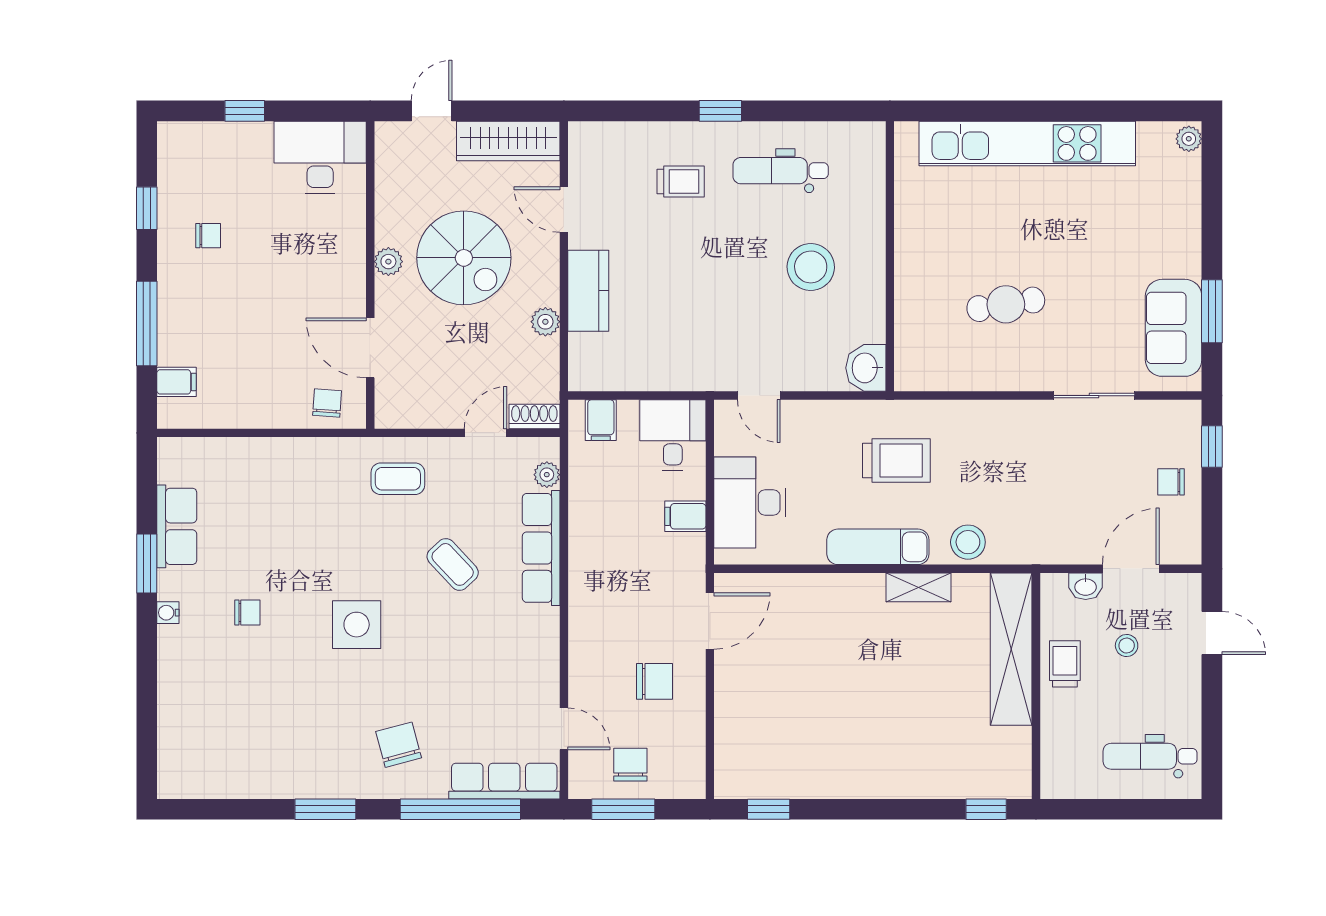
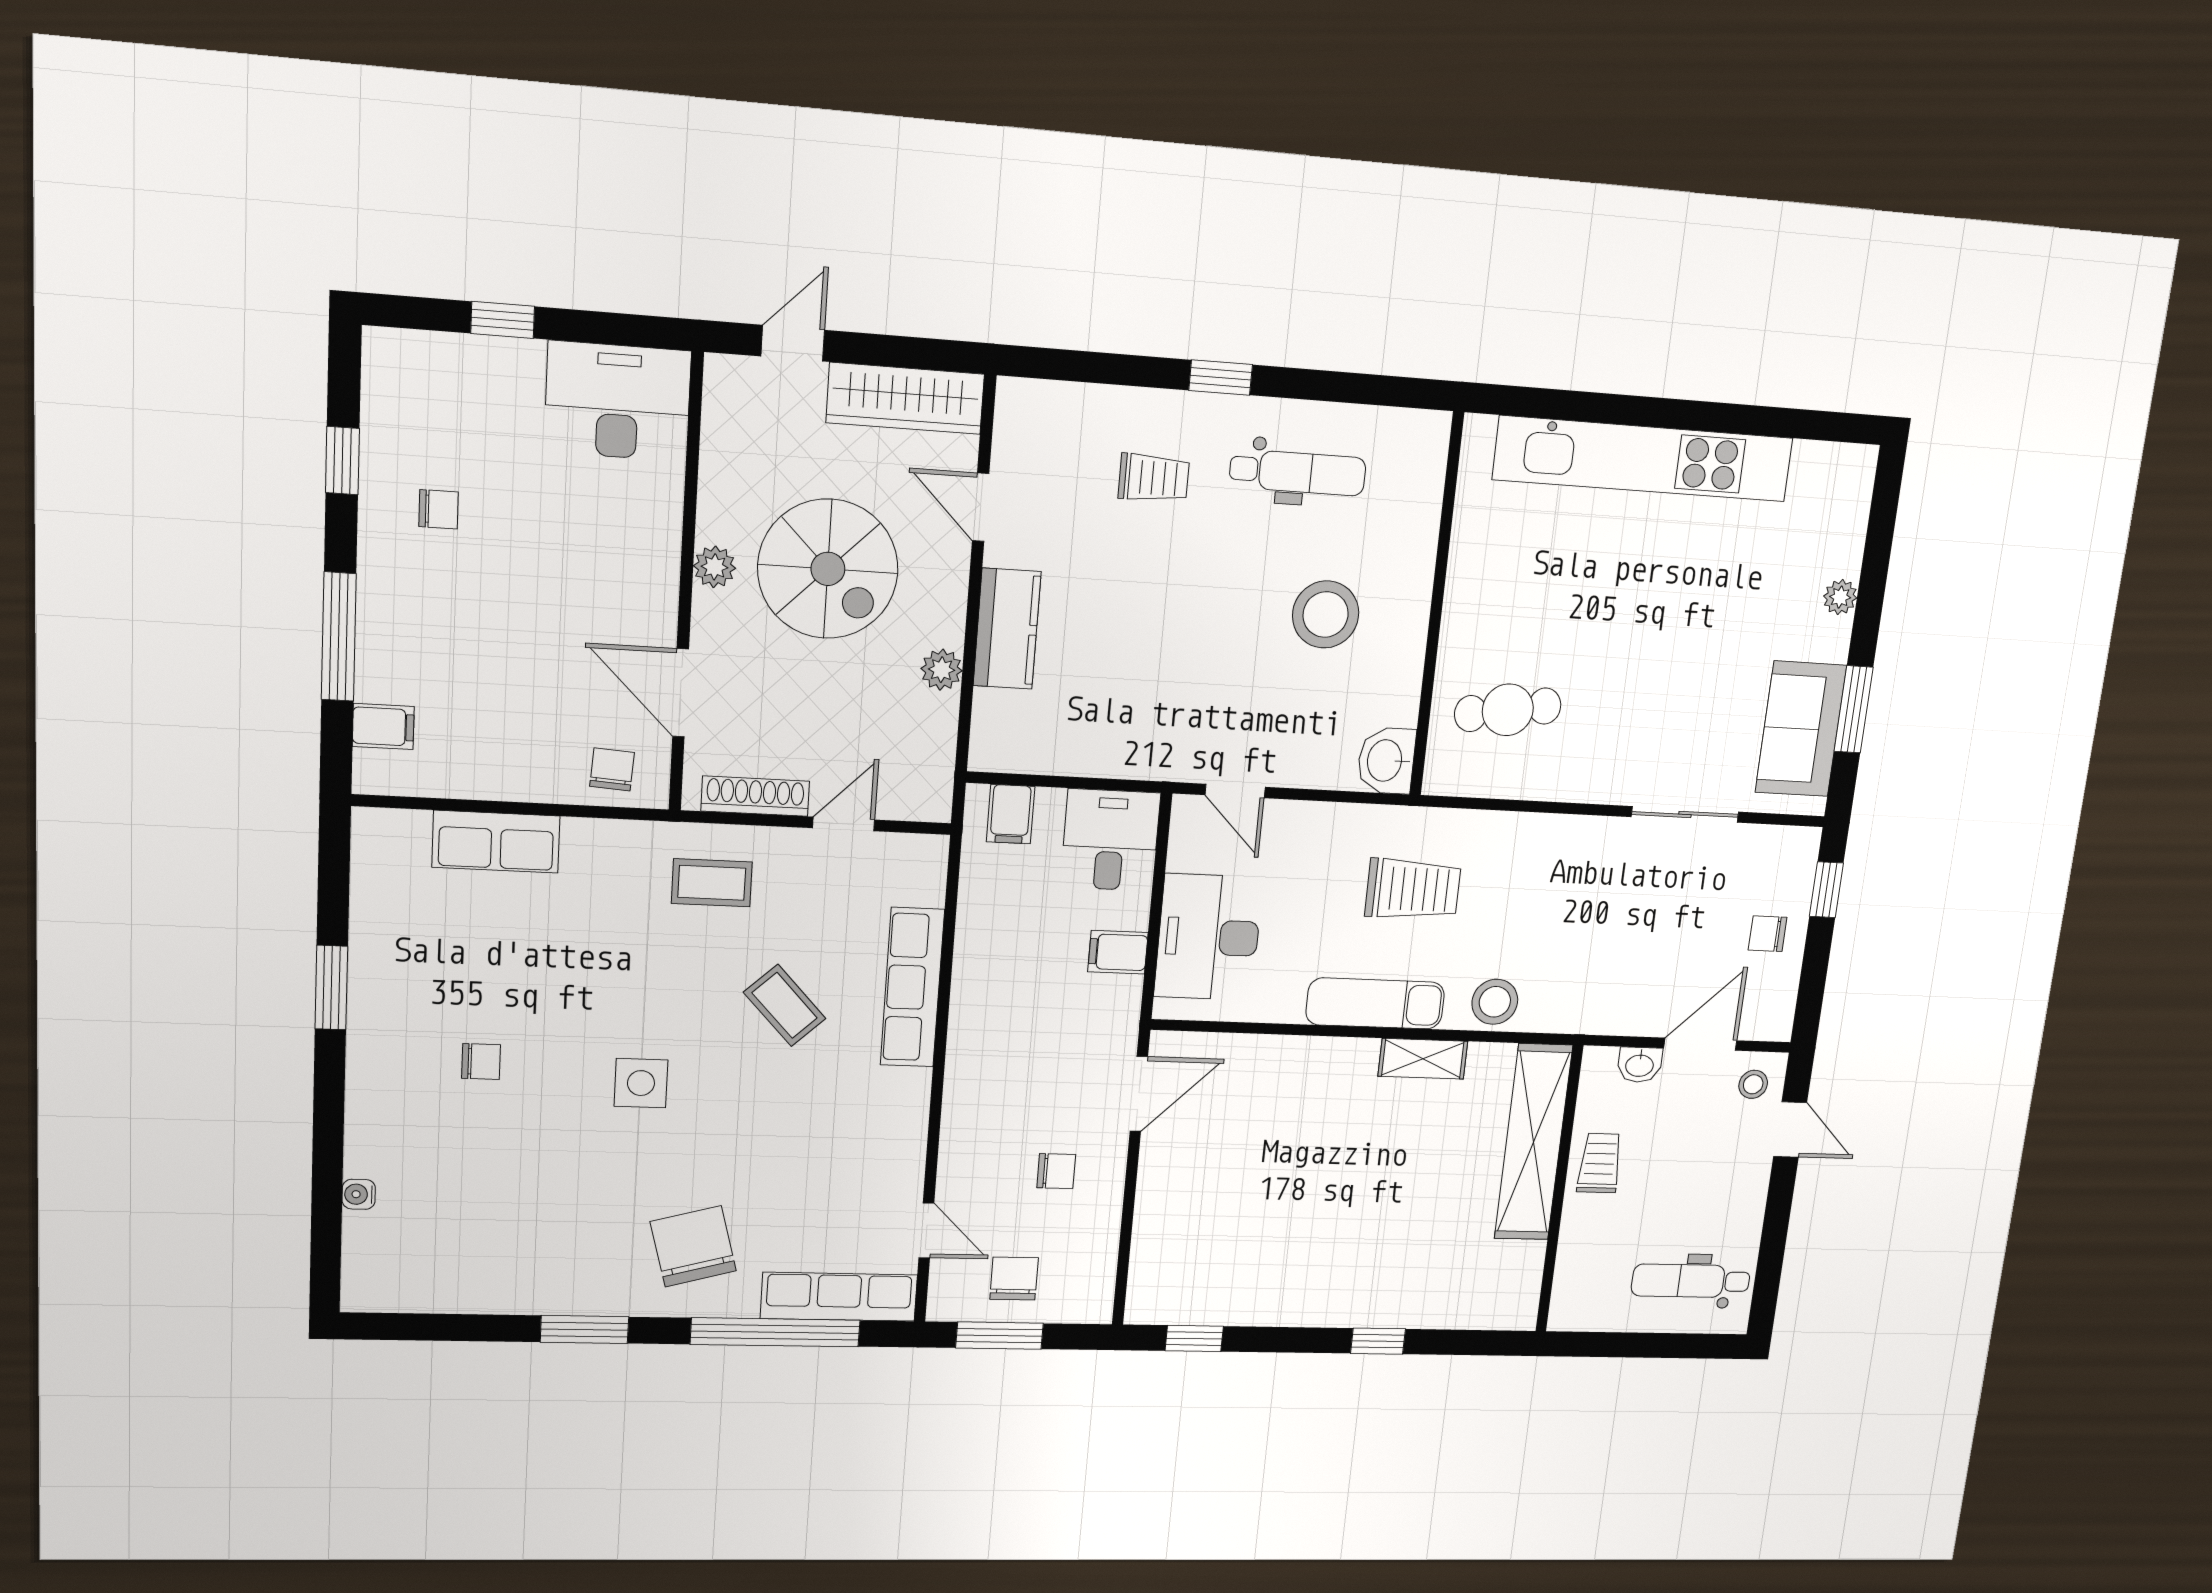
plant: (1189, 139) -> (1840, 597), moved
dental chair: (781, 171) -> (1298, 472), turned 180
cafe table: (1006, 304) -> (1508, 710), moved
shoe rack: (534, 416) -> (755, 796), moved, width x1.43
plant: (547, 475) -> (928, 887), removed
row of seats: (177, 526) -> (496, 842), moved, turned 90
water cooler: (168, 613) -> (359, 1194), moved
side table: (357, 625) -> (641, 1083), width x0.73, depth x0.73
stool: (1127, 646) -> (1753, 1084), moved
chair: (655, 681) -> (1056, 1171), width x0.73, depth x0.73
chair: (399, 745) -> (693, 1246), width x1.37, depth x1.37
window: (986, 809) -> (1378, 1341), moved

